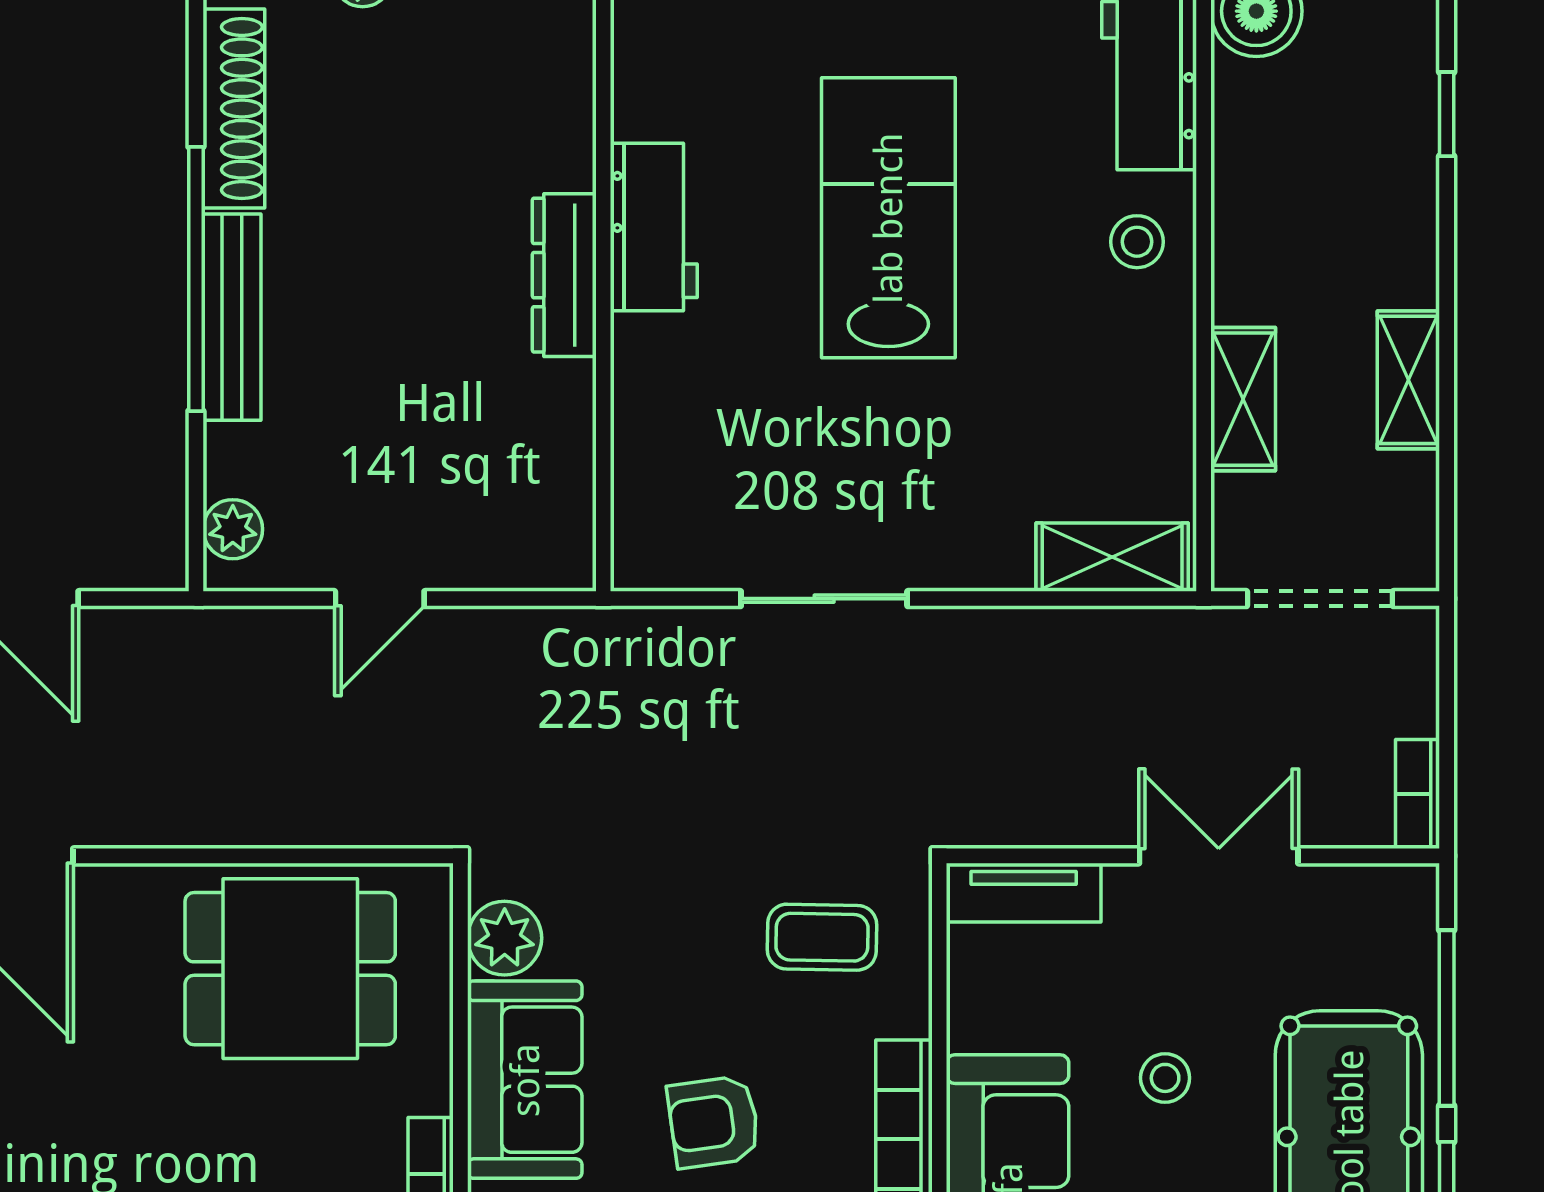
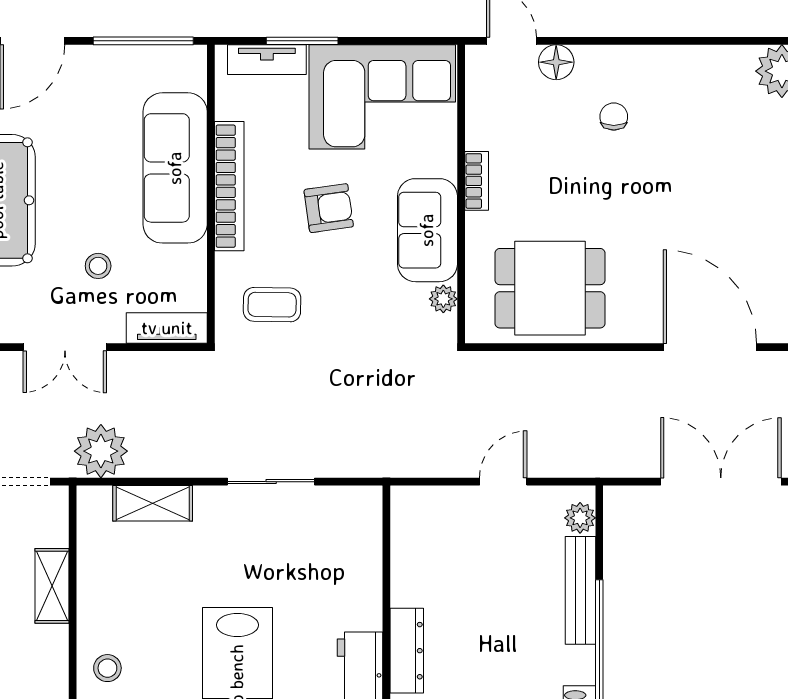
bench: (232, 317) -> (580, 590), moved
shelving: (1112, 557) -> (153, 503), moved
plant: (1150, 657) -> (101, 451), added
plant: (505, 938) -> (443, 299), width x0.73, depth x0.73
stool: (1165, 1078) -> (98, 266), moved

